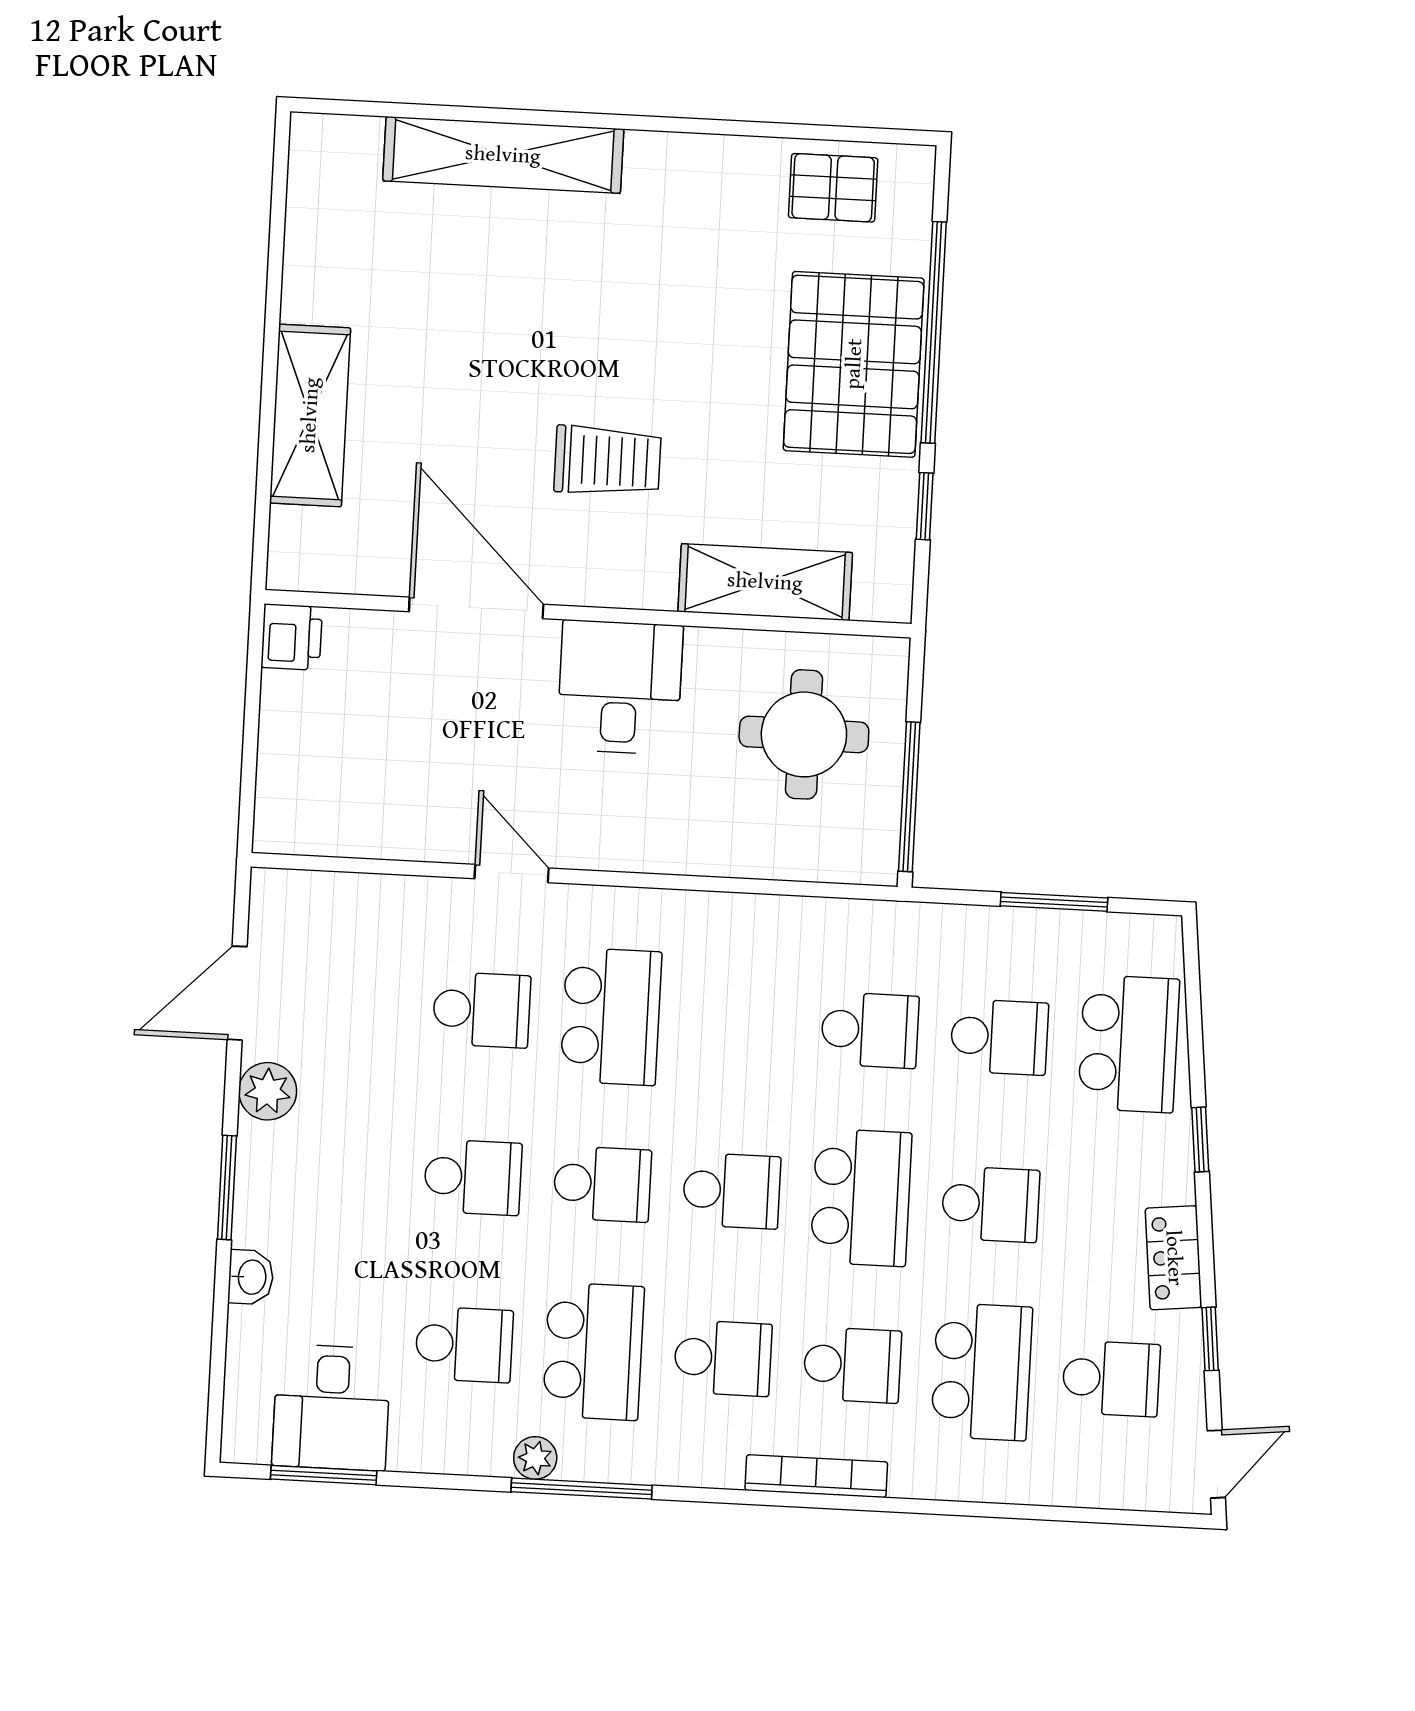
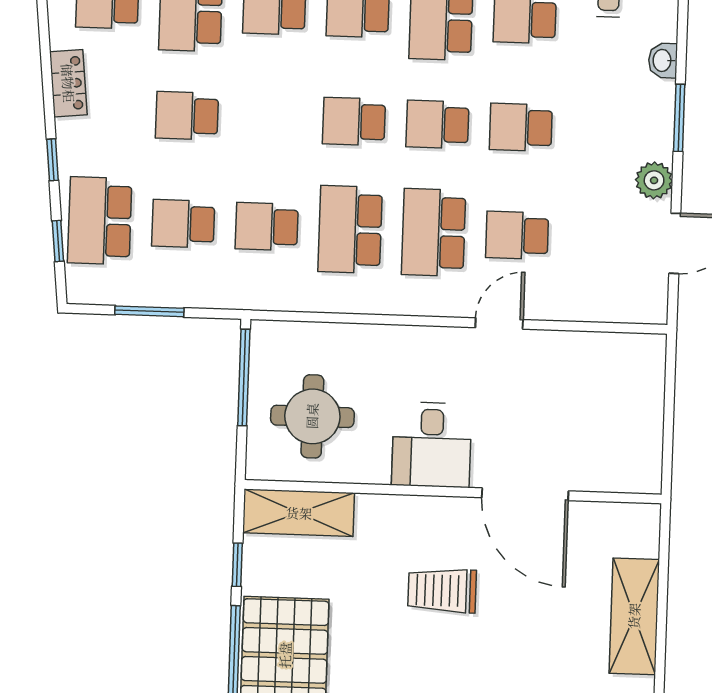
shelving: (765, 582) -> (299, 513), moved
printer: (292, 637) -> (644, 473), removed
door: (512, 873) -> (499, 324), swing flipped
school desk: (861, 1197) -> (350, 229), moved
window: (1210, 1339) -> (58, 241), moved

